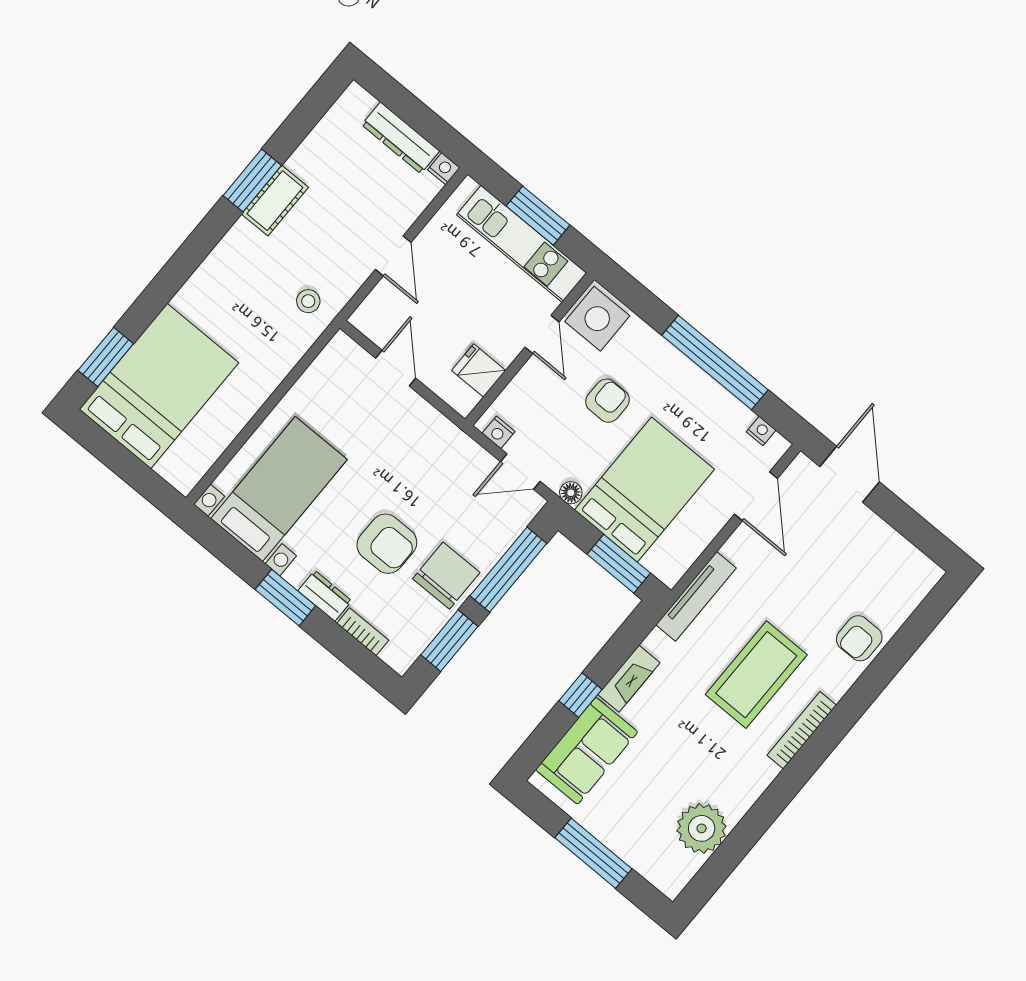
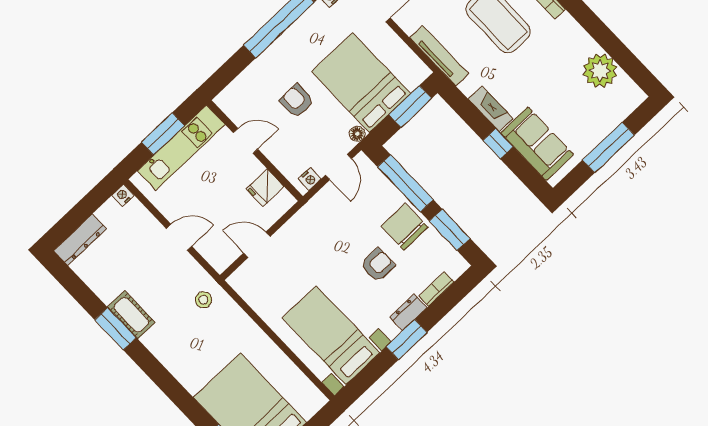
dresser: (401, 138) -> (80, 240), moved
side table: (597, 319) -> (239, 101), removed
armchair: (387, 544) -> (378, 265), width x0.72, depth x0.72

